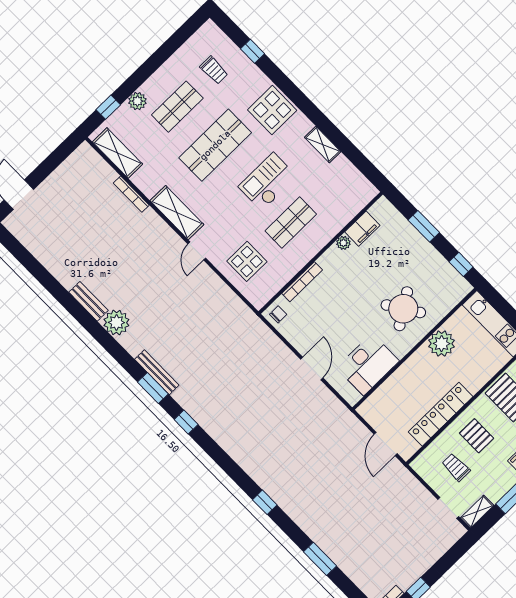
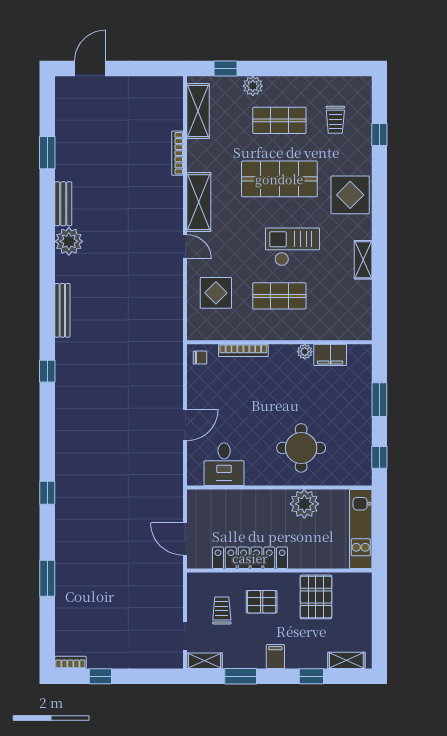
door: (197, 251) -> (185, 247), swing flipped
round table: (403, 309) -> (301, 448), turned 33
desk: (368, 364) -> (224, 464), width x0.73
window: (153, 388) -> (47, 153), moved
pallet: (477, 436) -> (262, 602), turned 90
door: (386, 444) -> (185, 539), hinge flipped

